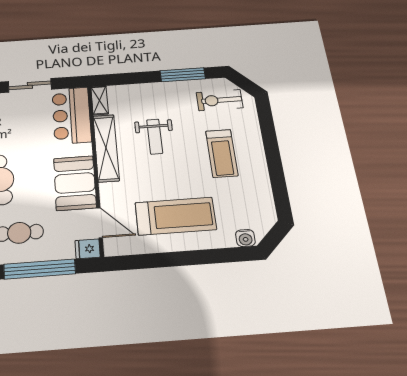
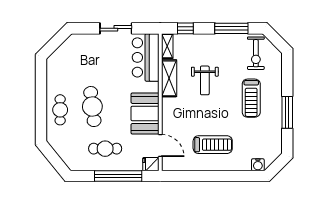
window: (122, 79) -> (185, 28), added
exercise bike: (219, 100) -> (256, 53), turned -90
shelving: (106, 148) -> (169, 78), width x0.68
window: (275, 167) -> (287, 112), added
treadmill: (176, 216) -> (213, 145), width x0.73, depth x0.73

